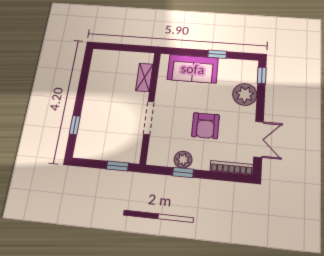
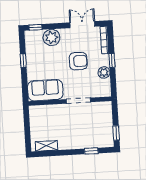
sofa: (193, 69) -> (45, 90), moved, turned -90
shelving: (144, 77) -> (46, 146), moved
window: (117, 166) -> (116, 133), moved
window: (183, 172) -> (112, 60), moved

